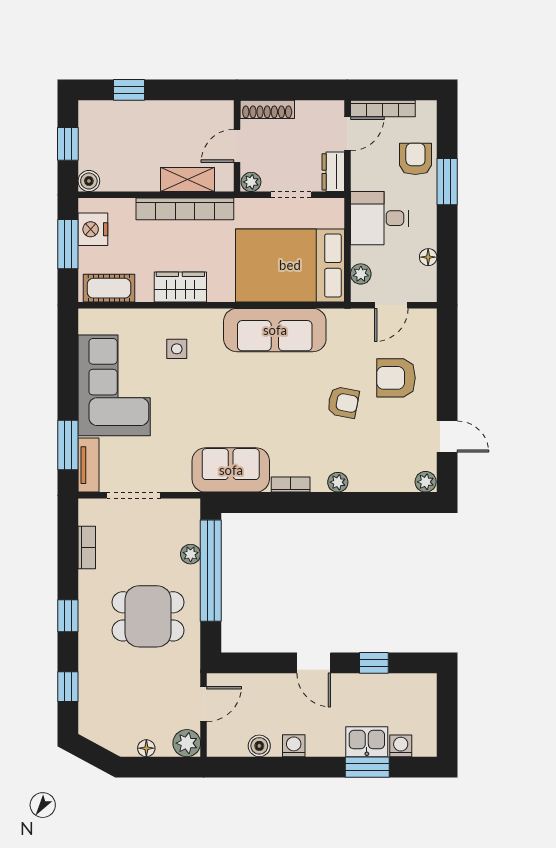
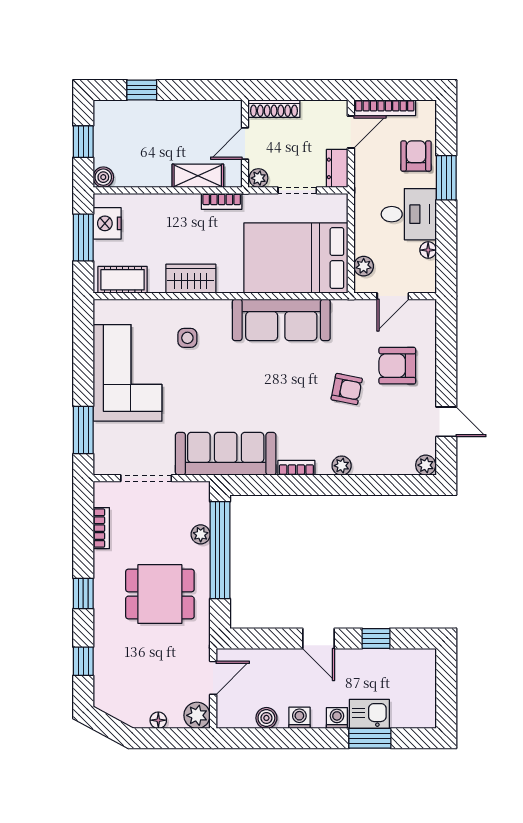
bookcase: (185, 209) -> (222, 201), width x0.43, depth x0.76
desk: (379, 218) -> (409, 214), moved, turned 180
tv unit: (89, 465) -> (103, 449), removed
sofa: (231, 470) -> (226, 454), width x1.36
washing machine: (401, 746) -> (337, 718), moved

